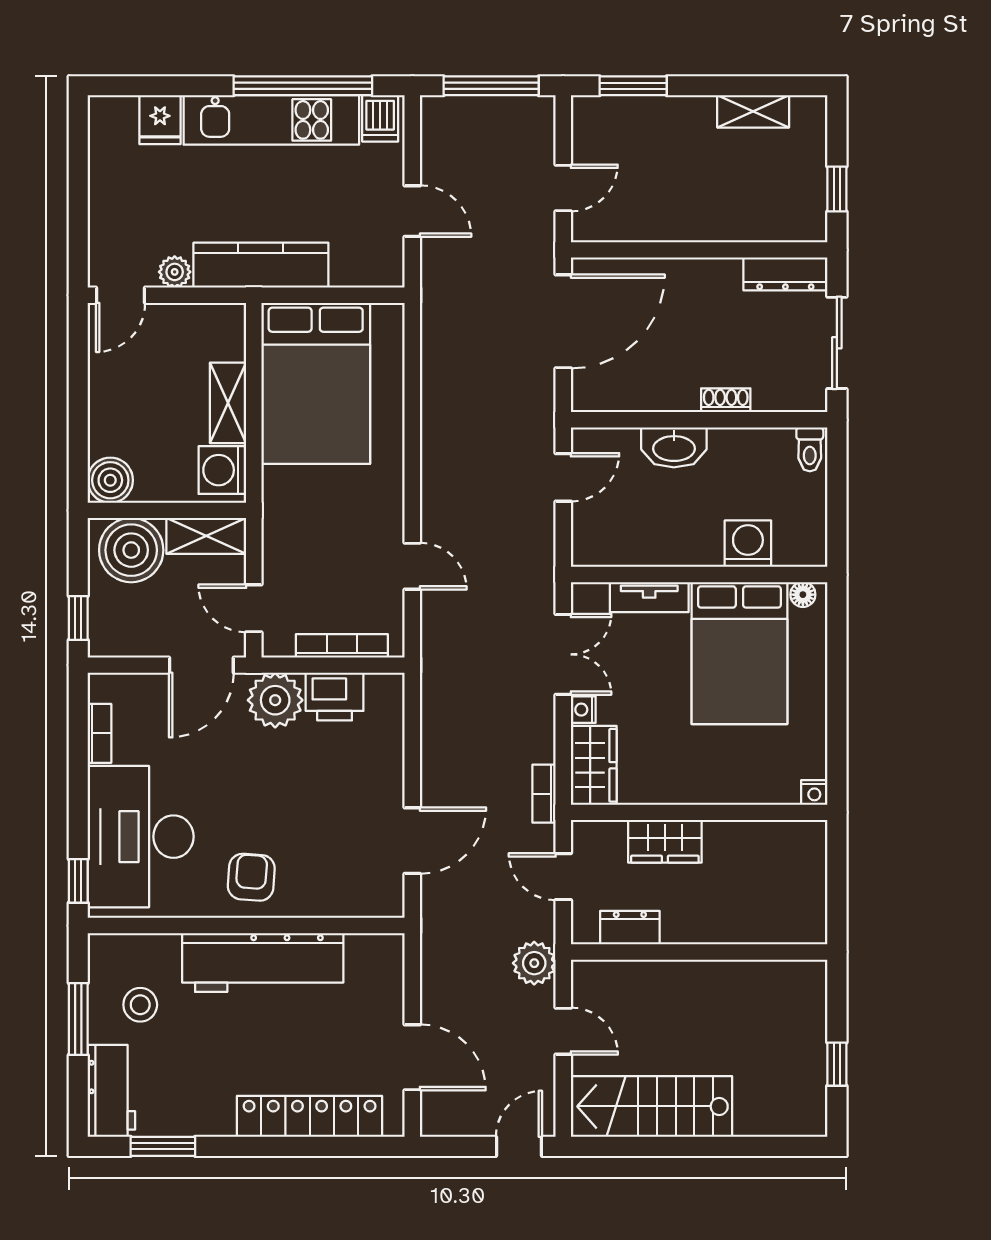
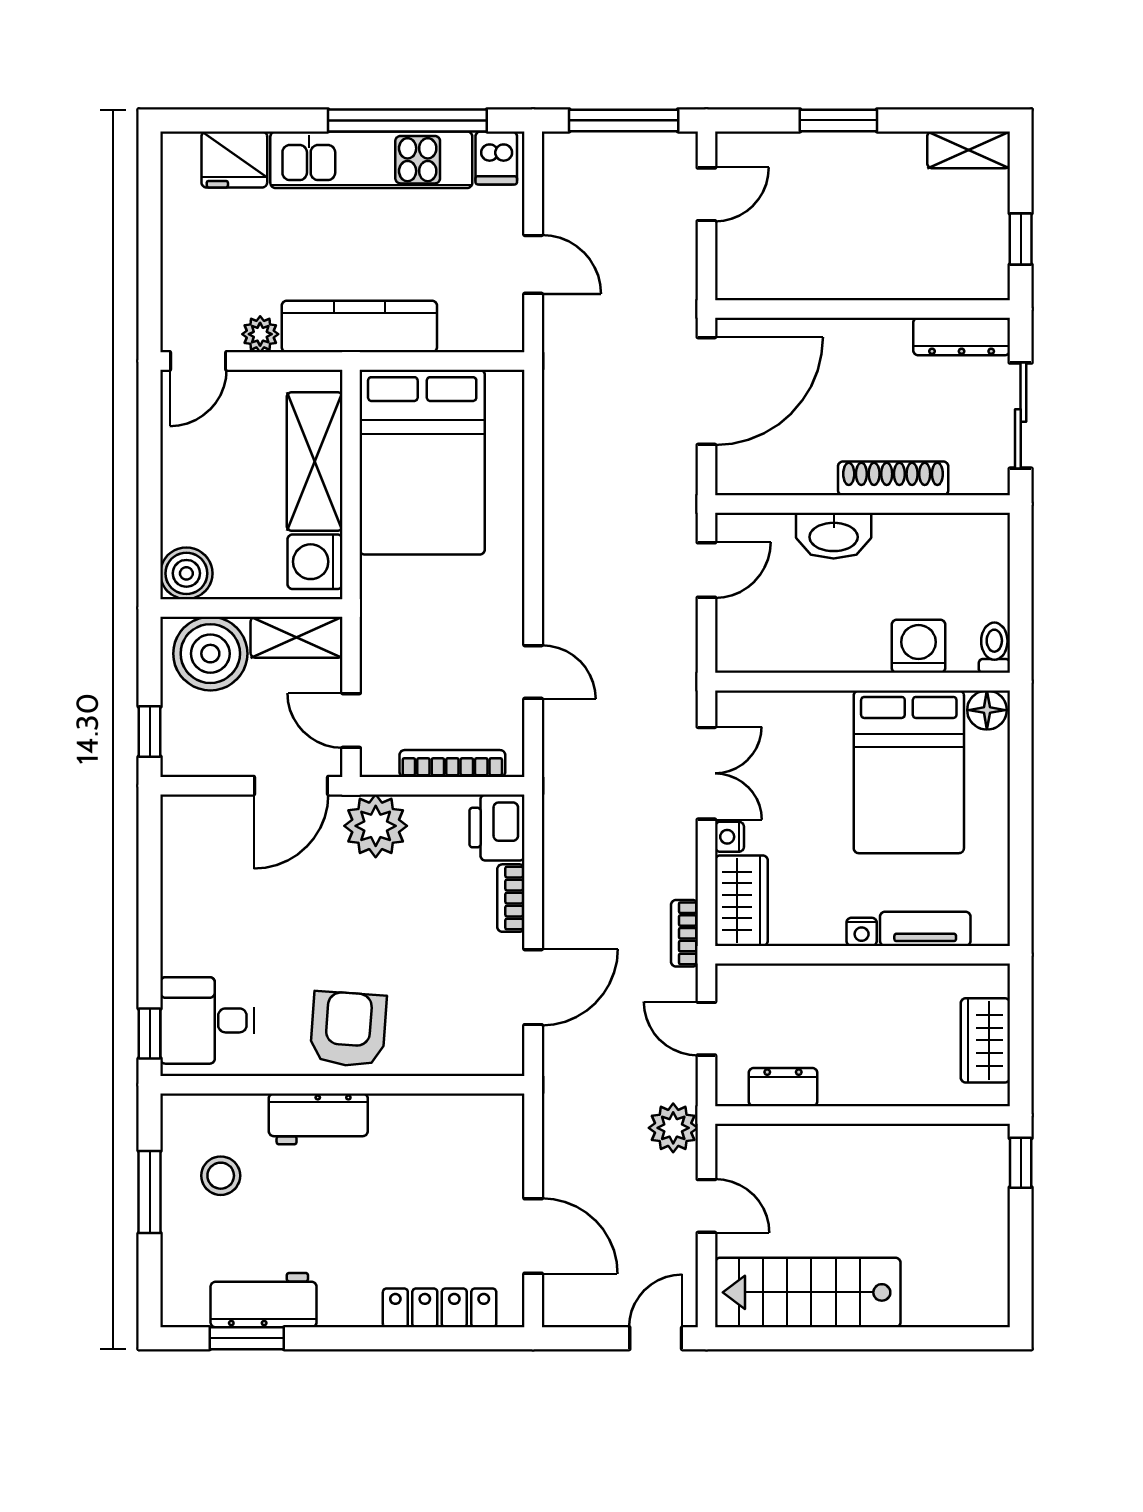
window: (633, 86) -> (838, 120), moved
shelving: (753, 111) -> (969, 150), moved
fridge: (160, 120) -> (234, 159), width x1.38
door: (563, 188) -> (706, 194), moved
shoe rack: (726, 400) -> (893, 478), width x1.94, depth x1.24
shelving: (228, 403) -> (315, 461), width x1.50, depth x1.33
toilet: (810, 449) -> (994, 648), moved, turned 180
floor lamp: (803, 595) -> (987, 710), width x1.37, depth x1.37
tv unit: (649, 597) -> (925, 929), moved, turned 180
printer: (335, 697) -> (497, 828), moved, turned 90
bookcase: (99, 733) -> (511, 898), moved, turned 180
nightstand: (814, 792) -> (862, 932), moved
desk: (141, 837) -> (207, 1020), width x0.53, depth x0.77
wardrobe: (665, 841) -> (985, 1040), moved, turned 90
armchair: (251, 877) -> (348, 1029), width x1.38, depth x1.38
workbench: (263, 963) -> (318, 1119), width x0.53, depth x0.76
window: (837, 1064) -> (1021, 1163), moved
workbench: (111, 1091) -> (264, 1300), moved, turned -90
locker: (310, 1116) -> (440, 1308), width x0.71, depth x0.83

